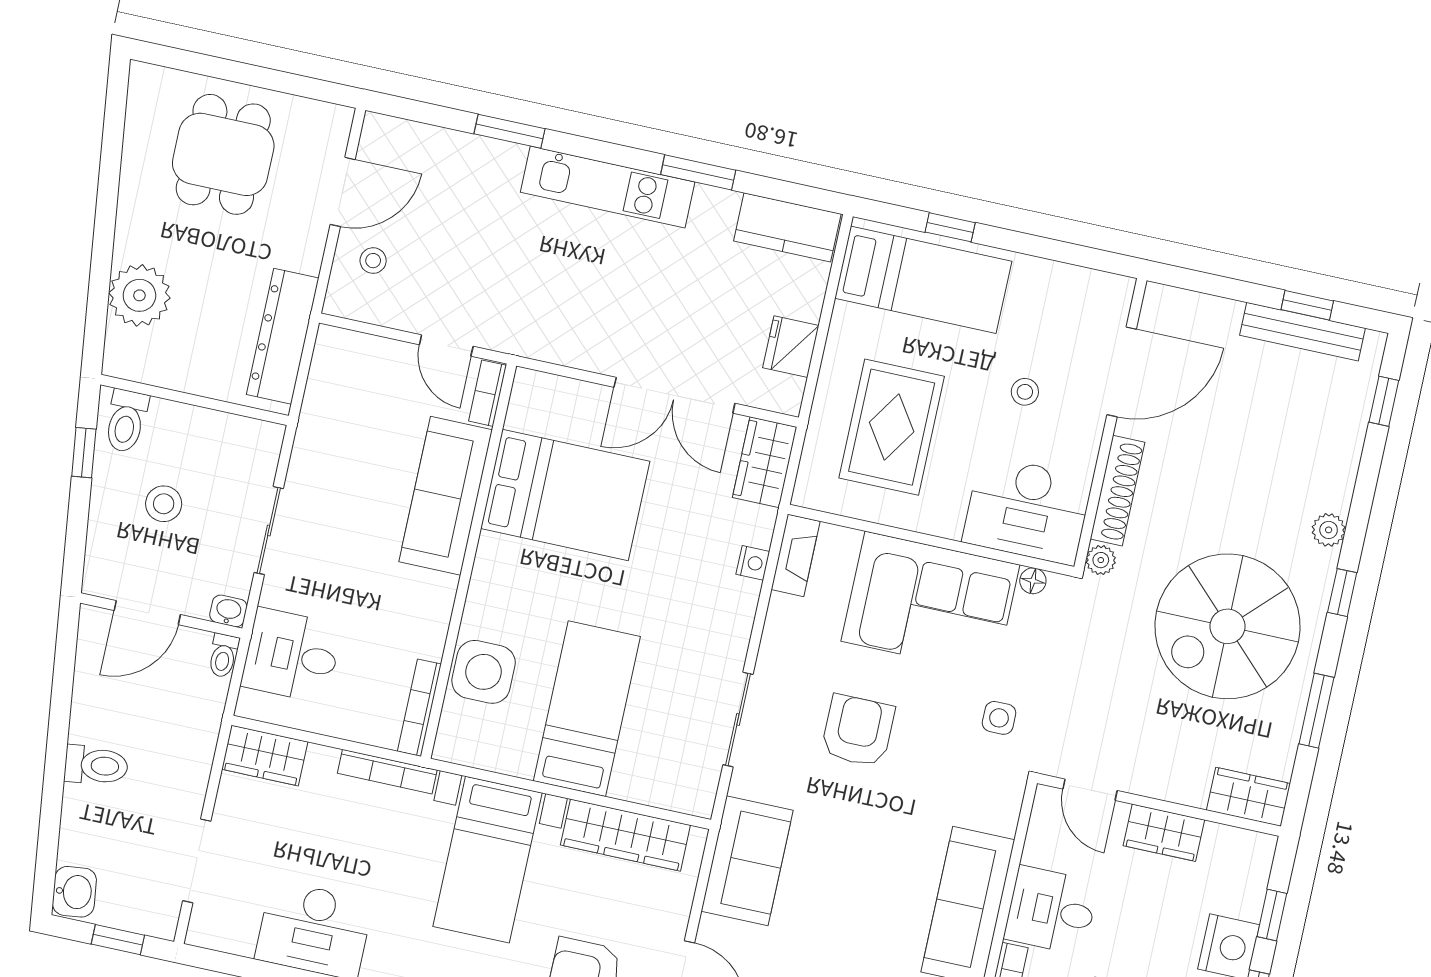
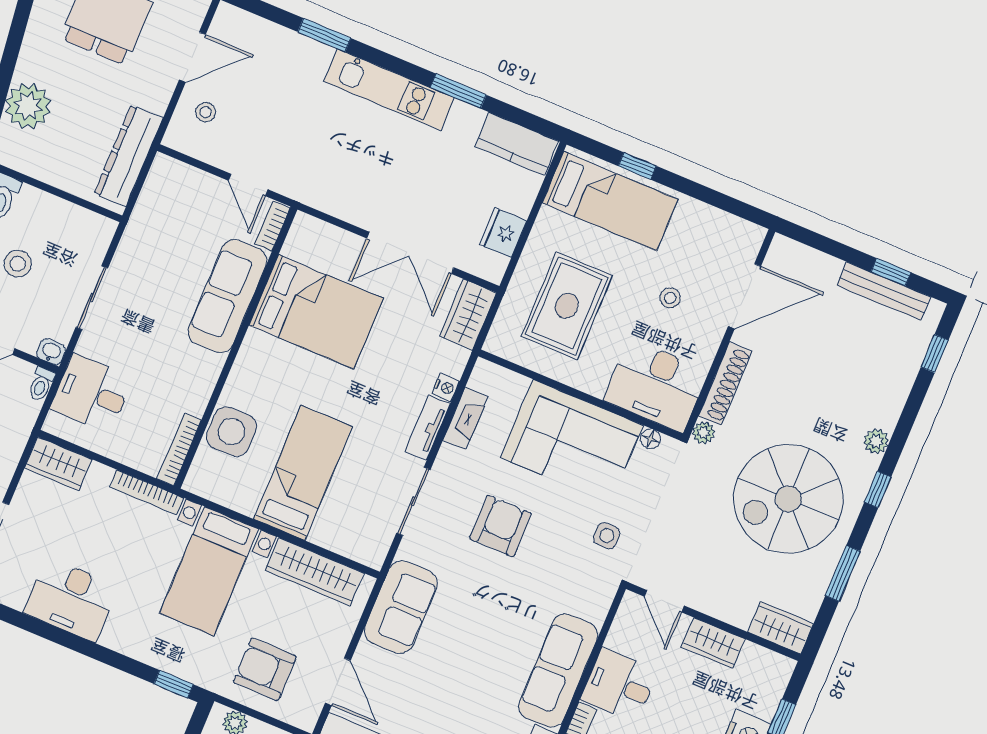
fireplace: (796, 555) -> (465, 418), moved
tv unit: (739, 620) -> (428, 428), added

